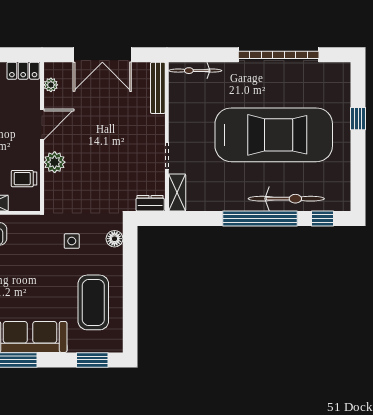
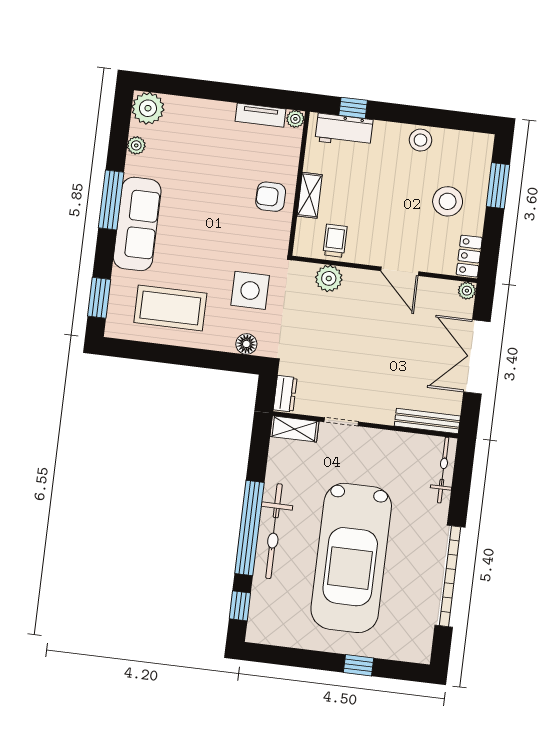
plant: (51, 85) -> (467, 291), moved
plant: (55, 162) -> (329, 278), moved
bicycle: (286, 199) -> (274, 531), moved
side table: (72, 241) -> (250, 290), width x1.87, depth x1.87

